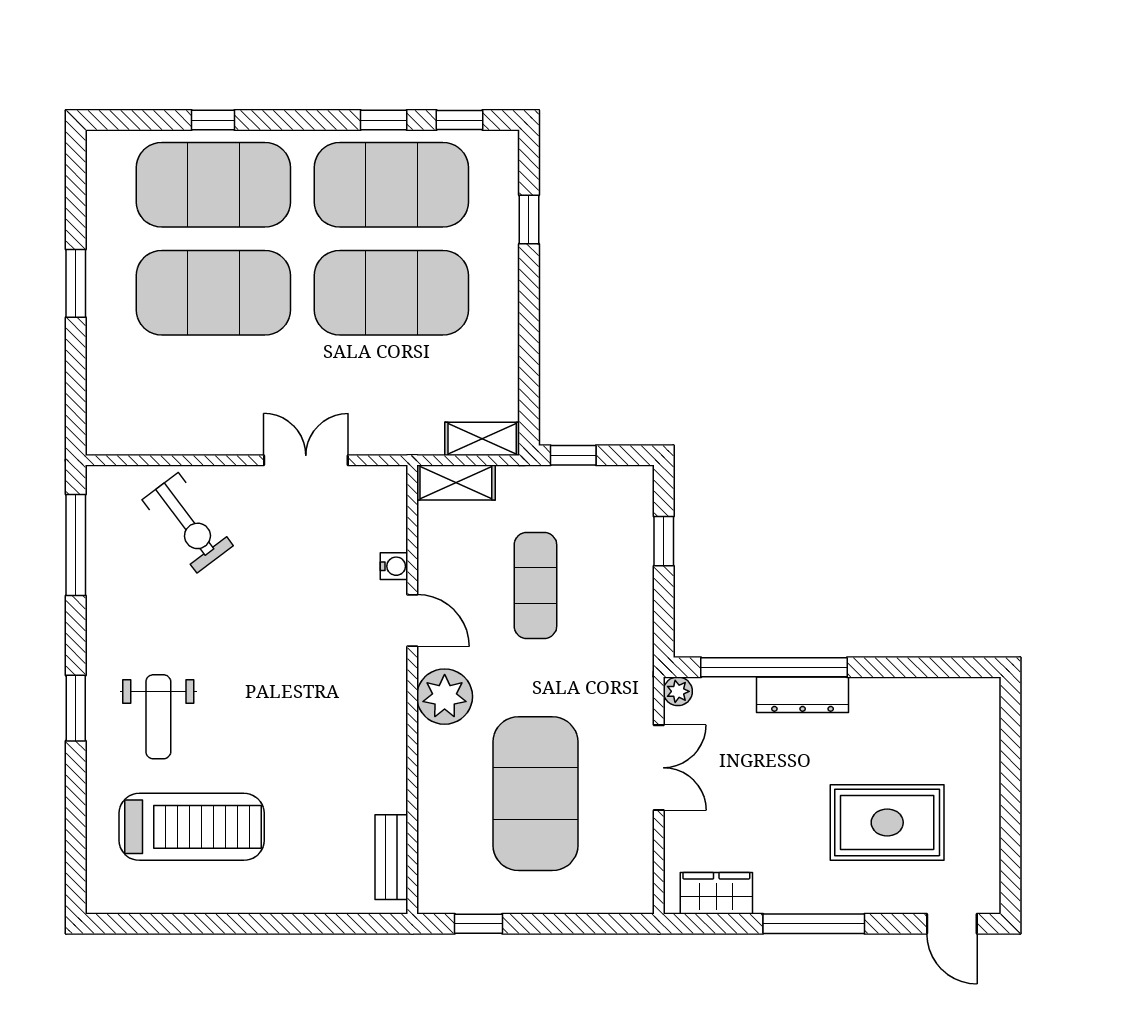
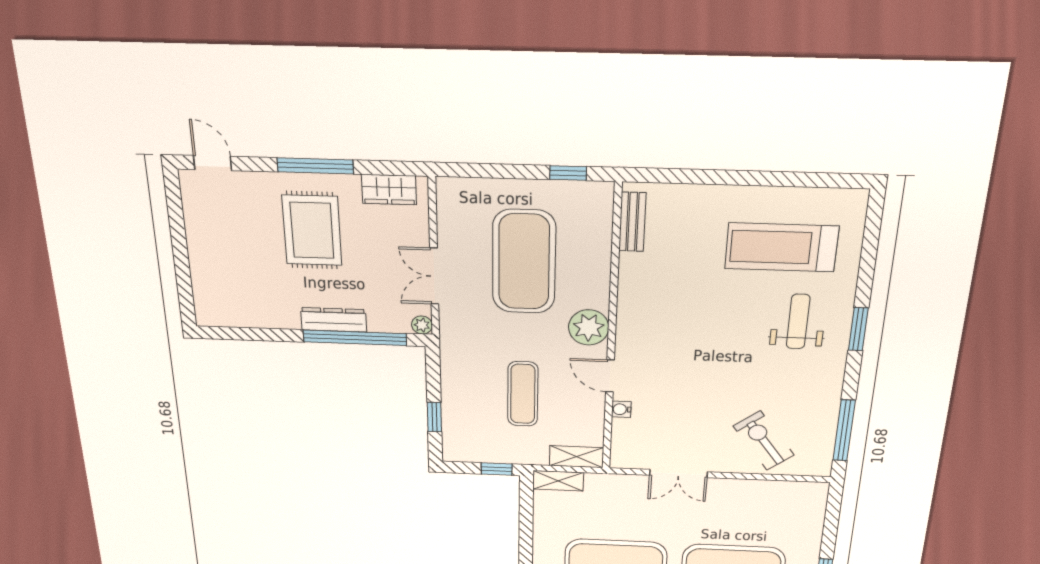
rug: (887, 822) -> (312, 230), moved, turned 90

